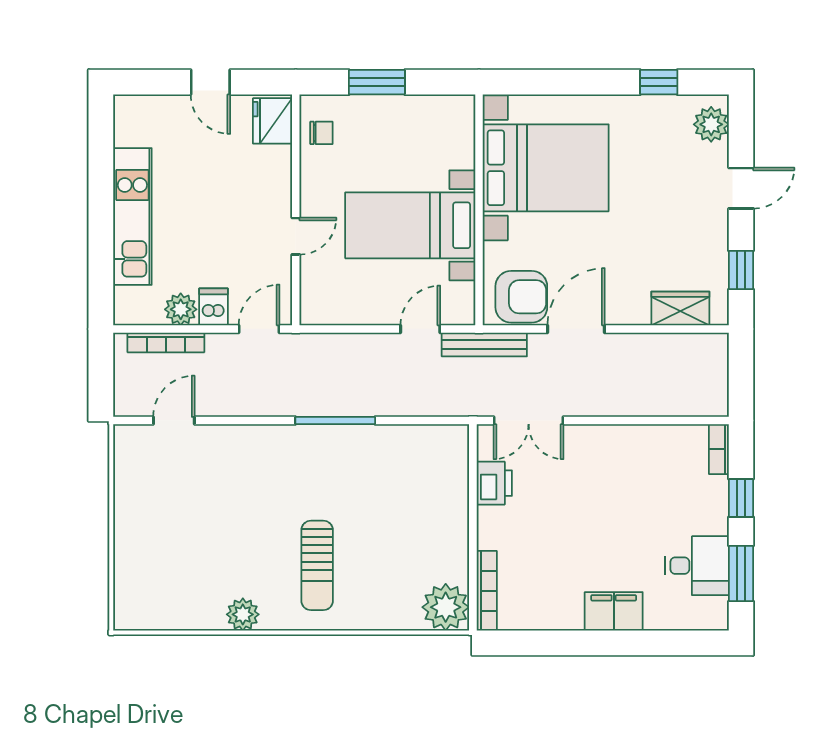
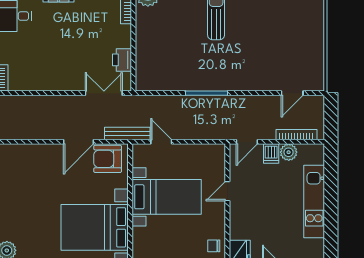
wardrobe: (680, 308) -> (23, 153), removed
door: (420, 329) -> (161, 142), swing flipped

